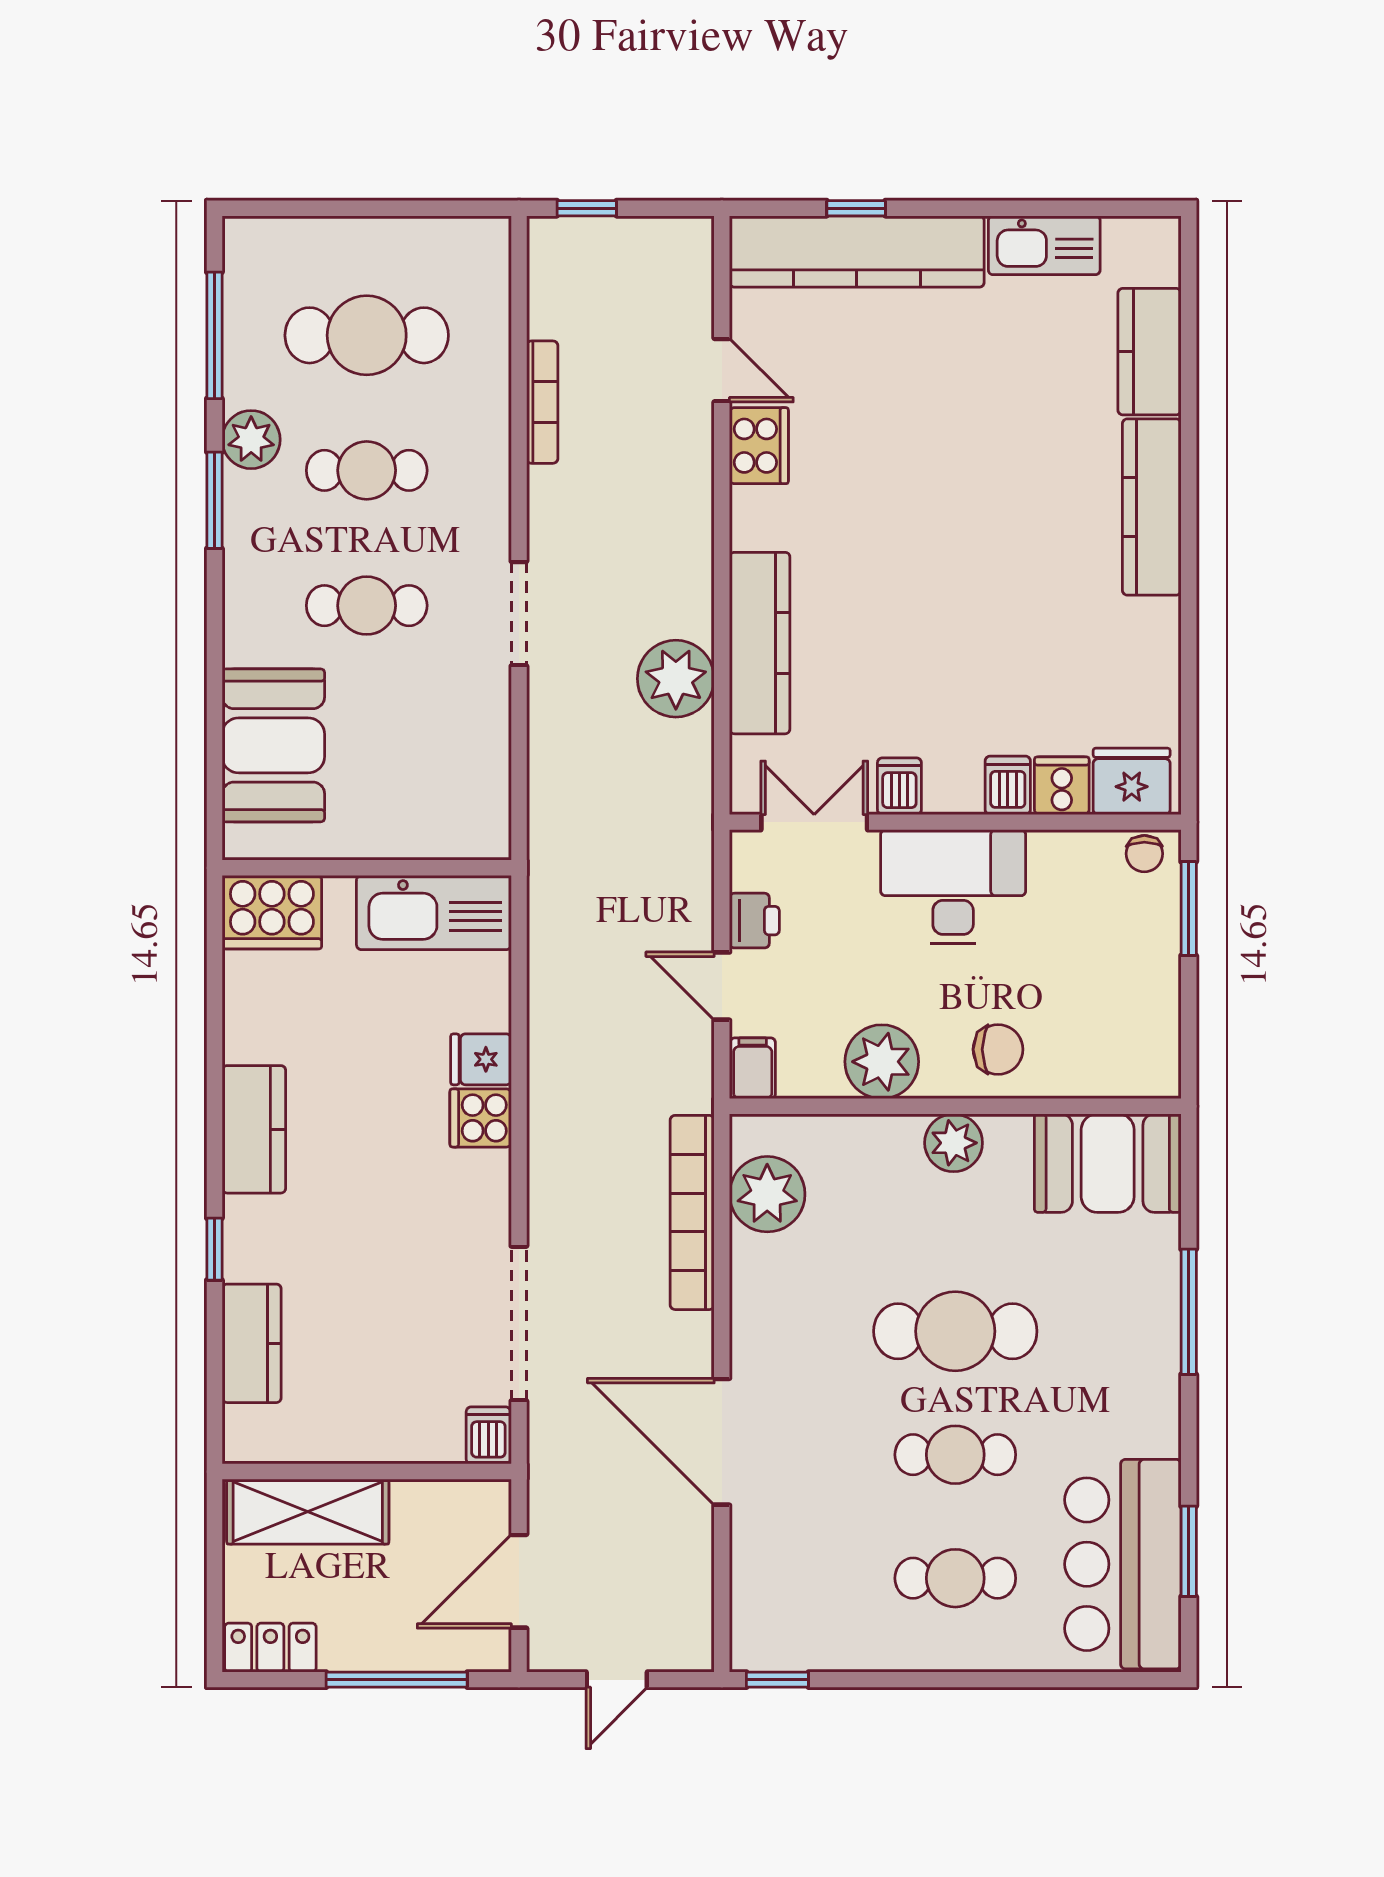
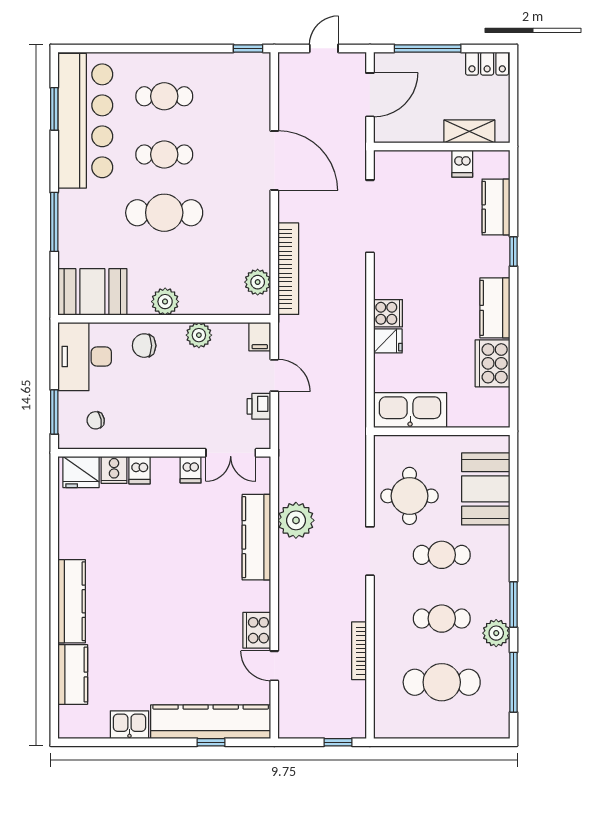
kitchen sink: (1044, 245) -> (129, 725), width x0.73
round table: (435, 730) -> (409, 496), added
chair: (1144, 854) -> (96, 420), moved, turned -100
desk: (953, 887) -> (85, 357), moved, turned 90
cooker: (272, 912) -> (493, 363), moved, turned -90
plant: (882, 1062) -> (199, 335), width x0.73, depth x0.73
plant: (767, 1194) -> (258, 282), width x0.73, depth x0.73
dishwasher: (488, 1435) -> (462, 164), moved
shelving: (308, 1512) -> (469, 131), width x0.67, depth x0.75
bar counter: (1123, 1564) -> (85, 121), width x1.36

